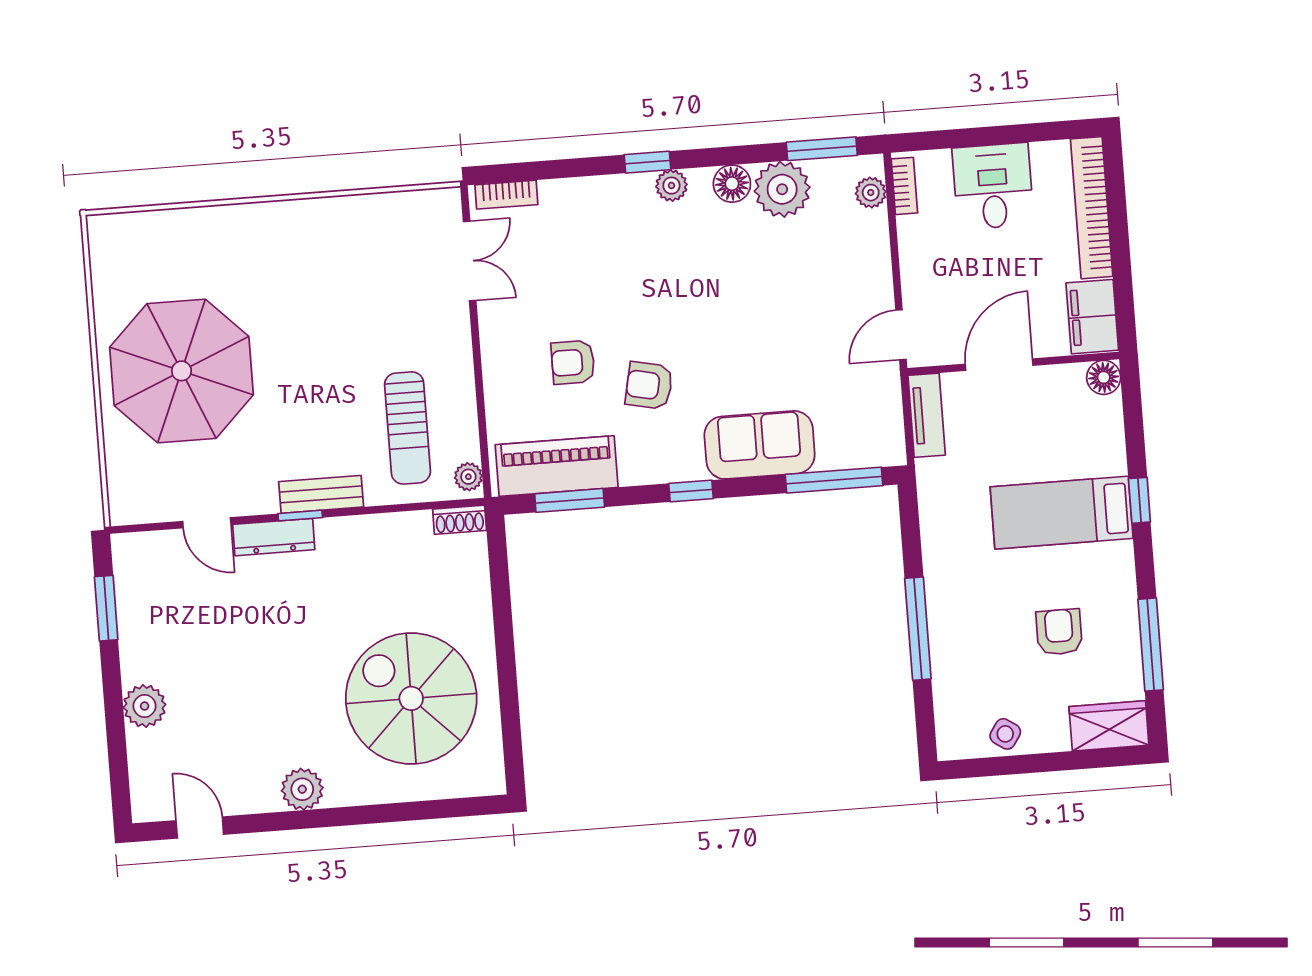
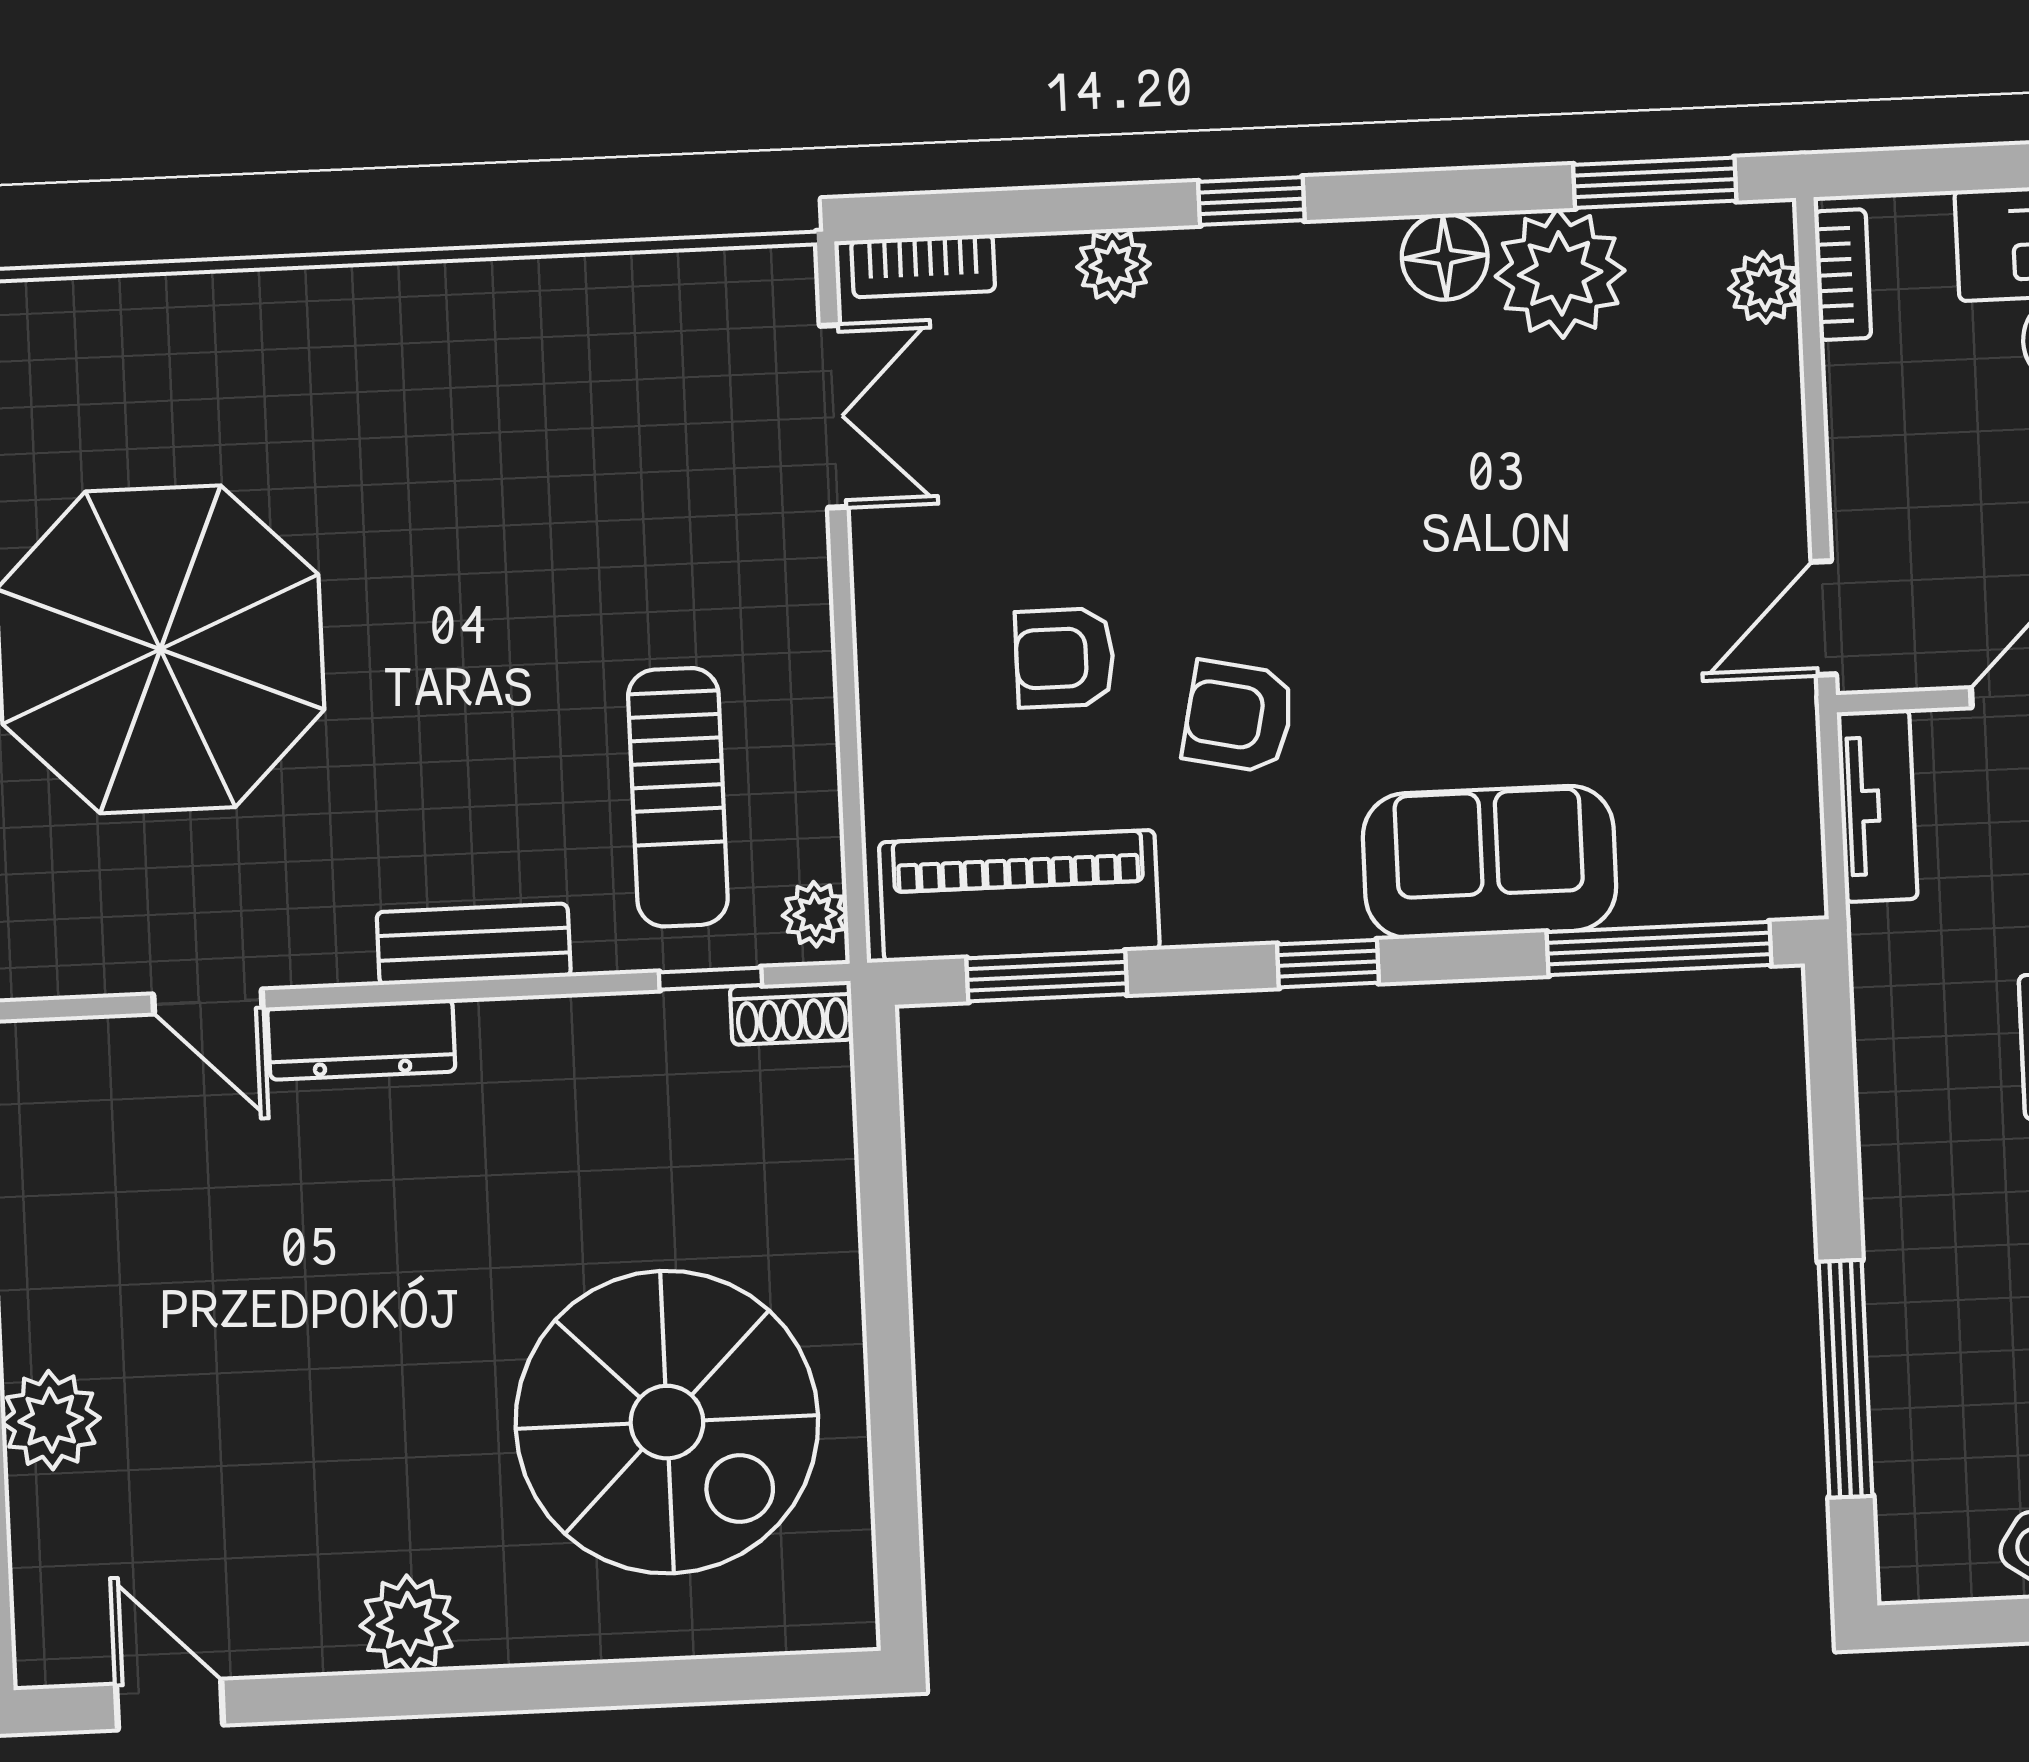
plant: (671, 186) -> (1114, 265), moved
window: (300, 516) -> (710, 979), moved
window: (918, 629) -> (1845, 1379), moved
spiral stairs: (411, 698) -> (667, 1422), turned 180

